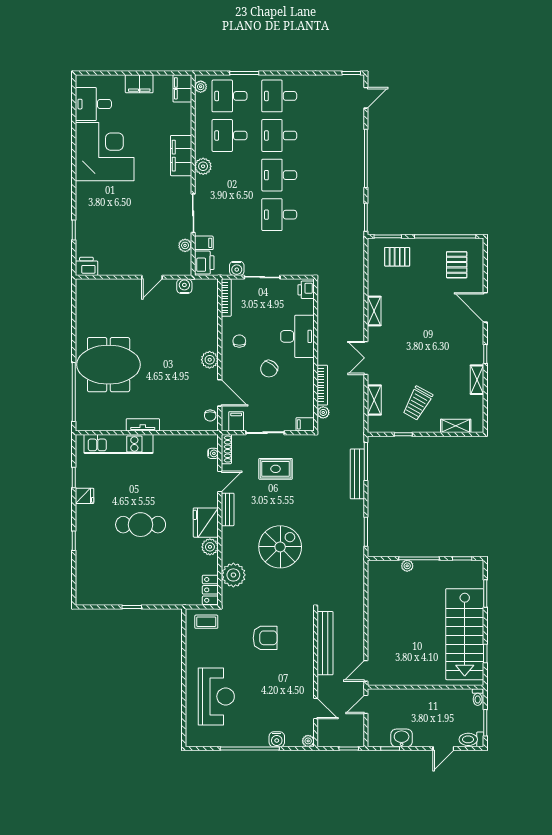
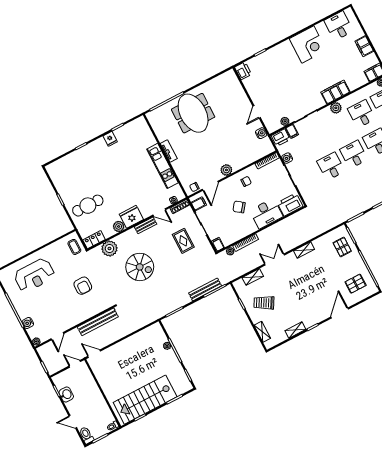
corner desk: (105, 152) -> (308, 44), width x0.74, depth x0.74
door: (152, 277) -> (257, 112), hinge flipped
printer: (306, 290) -> (290, 205), width x1.87, depth x1.48
kitchen unit: (119, 444) -> (162, 166), moved
cafe table: (141, 525) -> (88, 206), moved, turned 90

